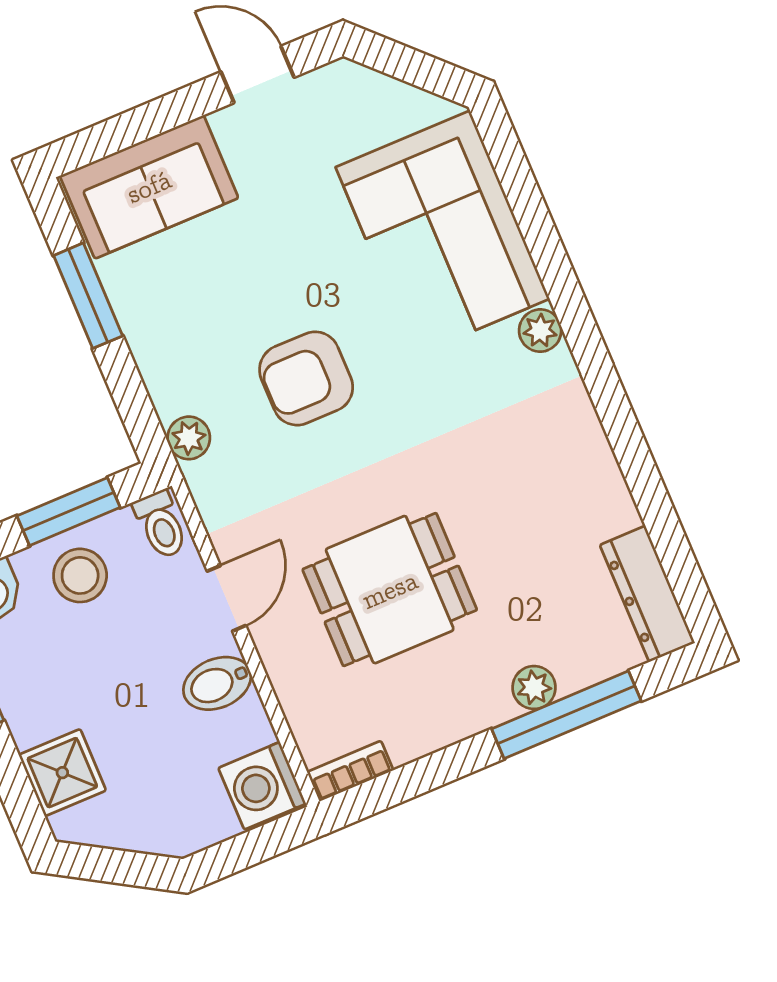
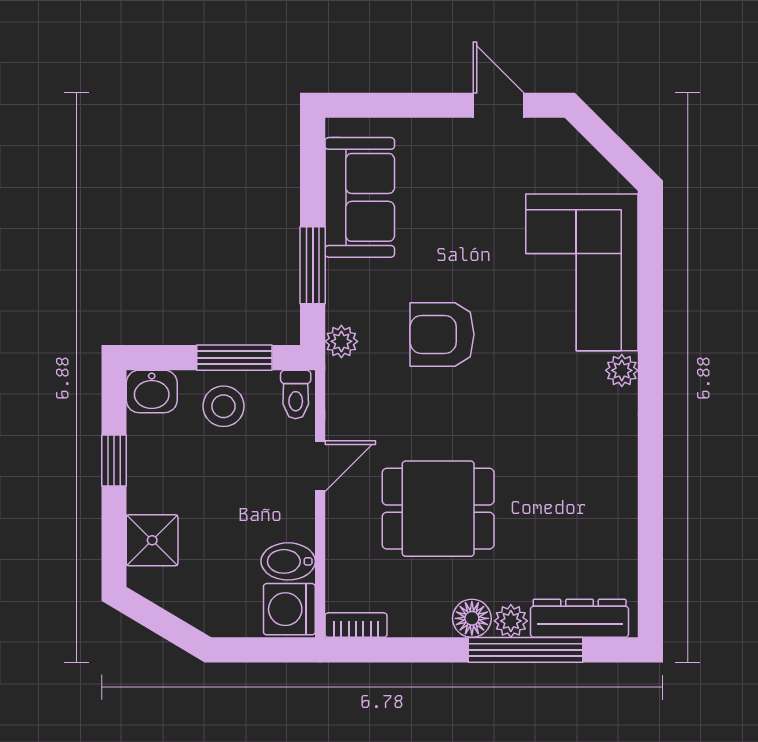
sofa: (149, 187) -> (360, 197), moved, turned -90
window: (88, 296) -> (313, 265), moved
dresser: (647, 594) -> (580, 618), moved, turned 90
bidet: (217, 683) -> (288, 561), moved
floor lamp: (486, 704) -> (472, 618), added

